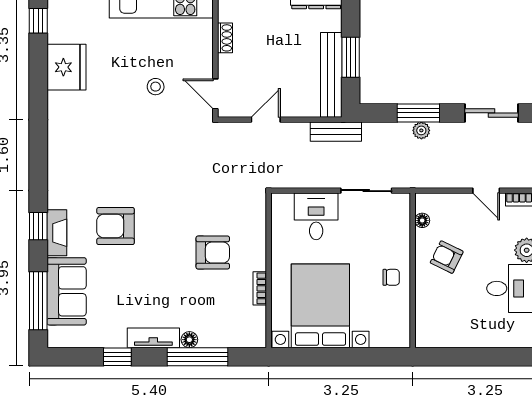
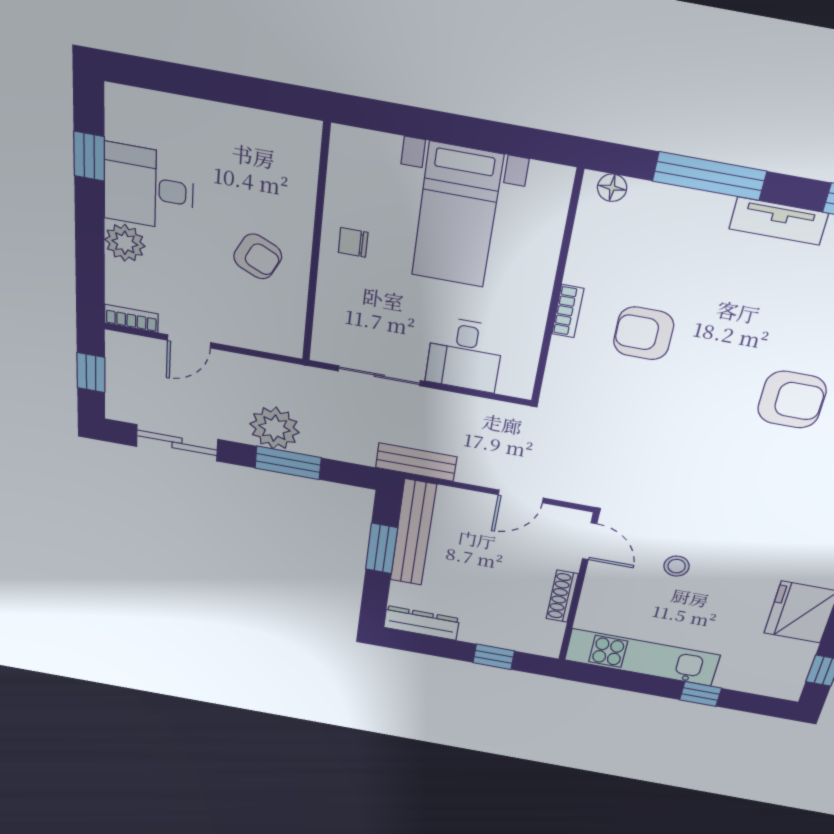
shoe rack: (225, 38) -> (562, 596), width x1.43
plant: (421, 130) -> (275, 428), width x1.88, depth x1.88
door: (486, 191) -> (189, 341), swing flipped
floor lamp: (422, 220) -> (294, 318), removed
bookcase: (260, 288) -> (568, 311), moved
bed with nightstands: (320, 306) -> (457, 216), width x0.73
floor lamp: (189, 340) -> (612, 188), moved

